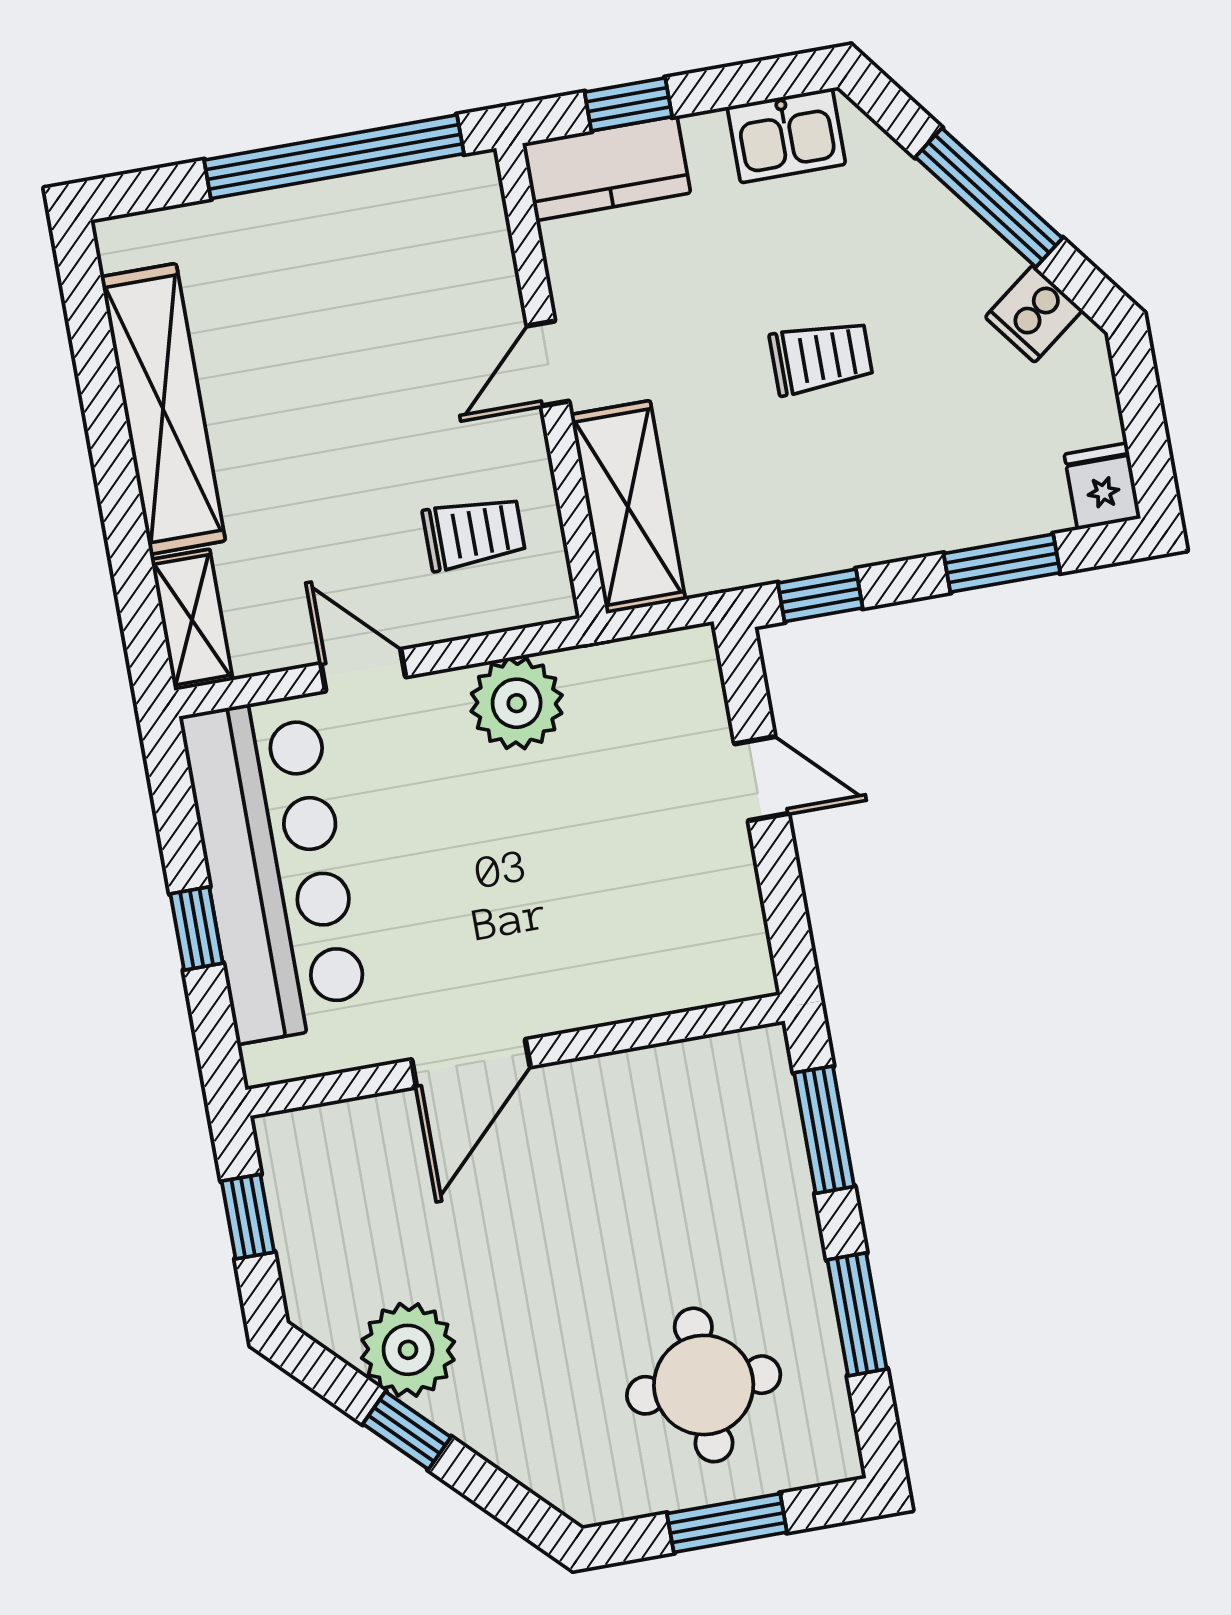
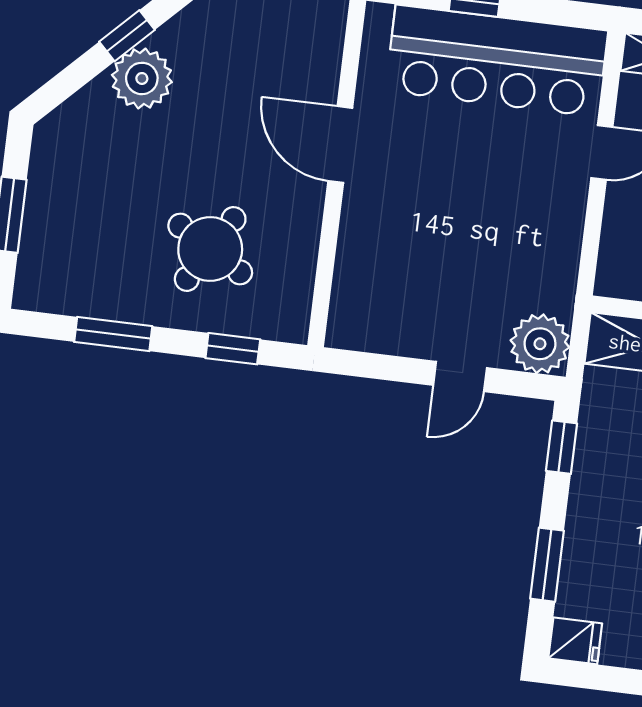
plant: (517, 703) -> (540, 344), moved
window: (824, 1130) -> (233, 349), width x0.67
plant: (408, 1350) -> (142, 78), moved
round table: (704, 1385) -> (210, 249), moved, turned 31

